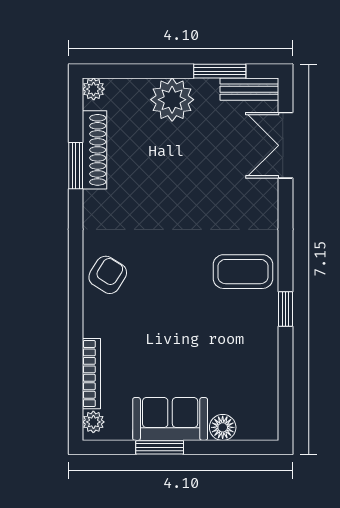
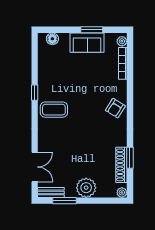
floor lamp: (223, 427) -> (52, 39), moved

